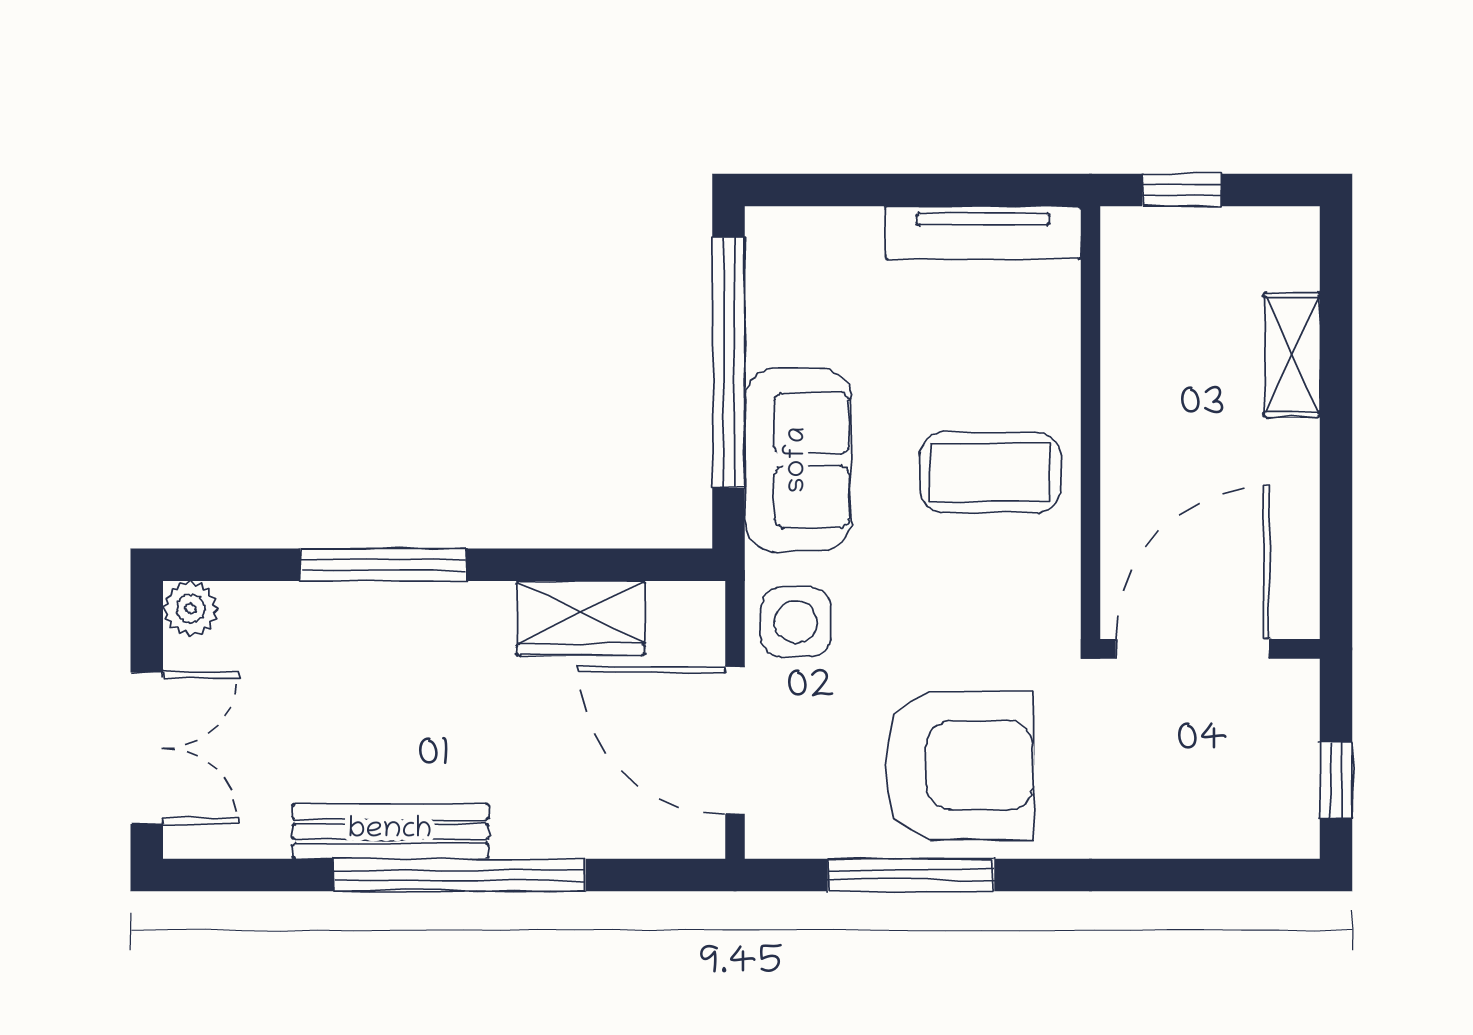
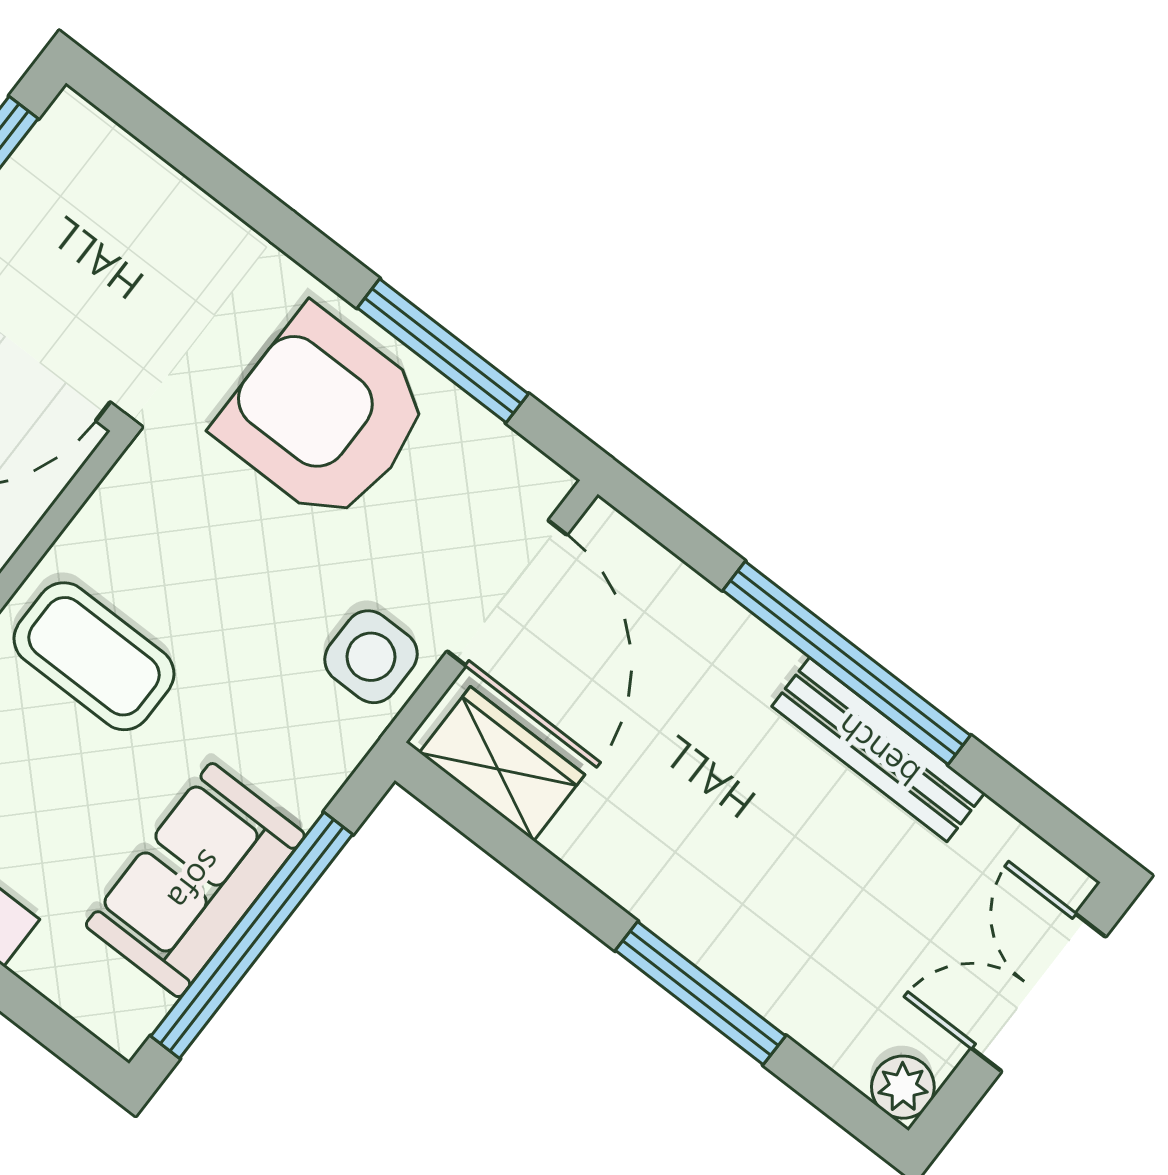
sofa: (798, 460) -> (195, 880), moved
wardrobe: (581, 618) -> (502, 764), moved

